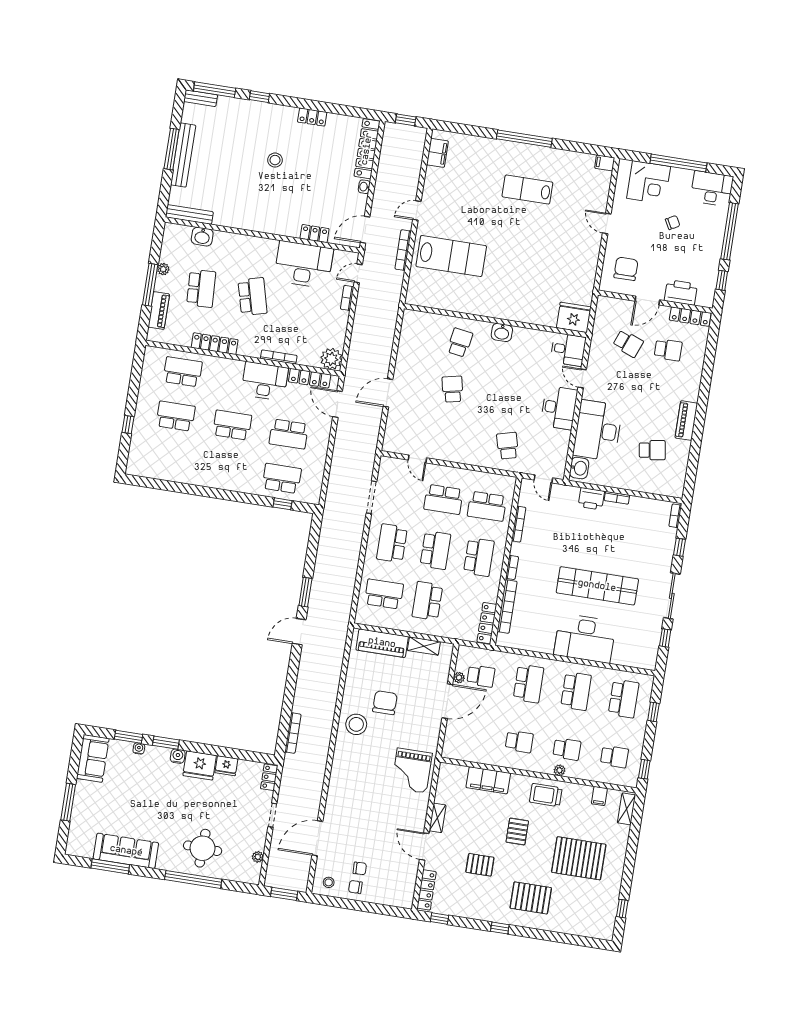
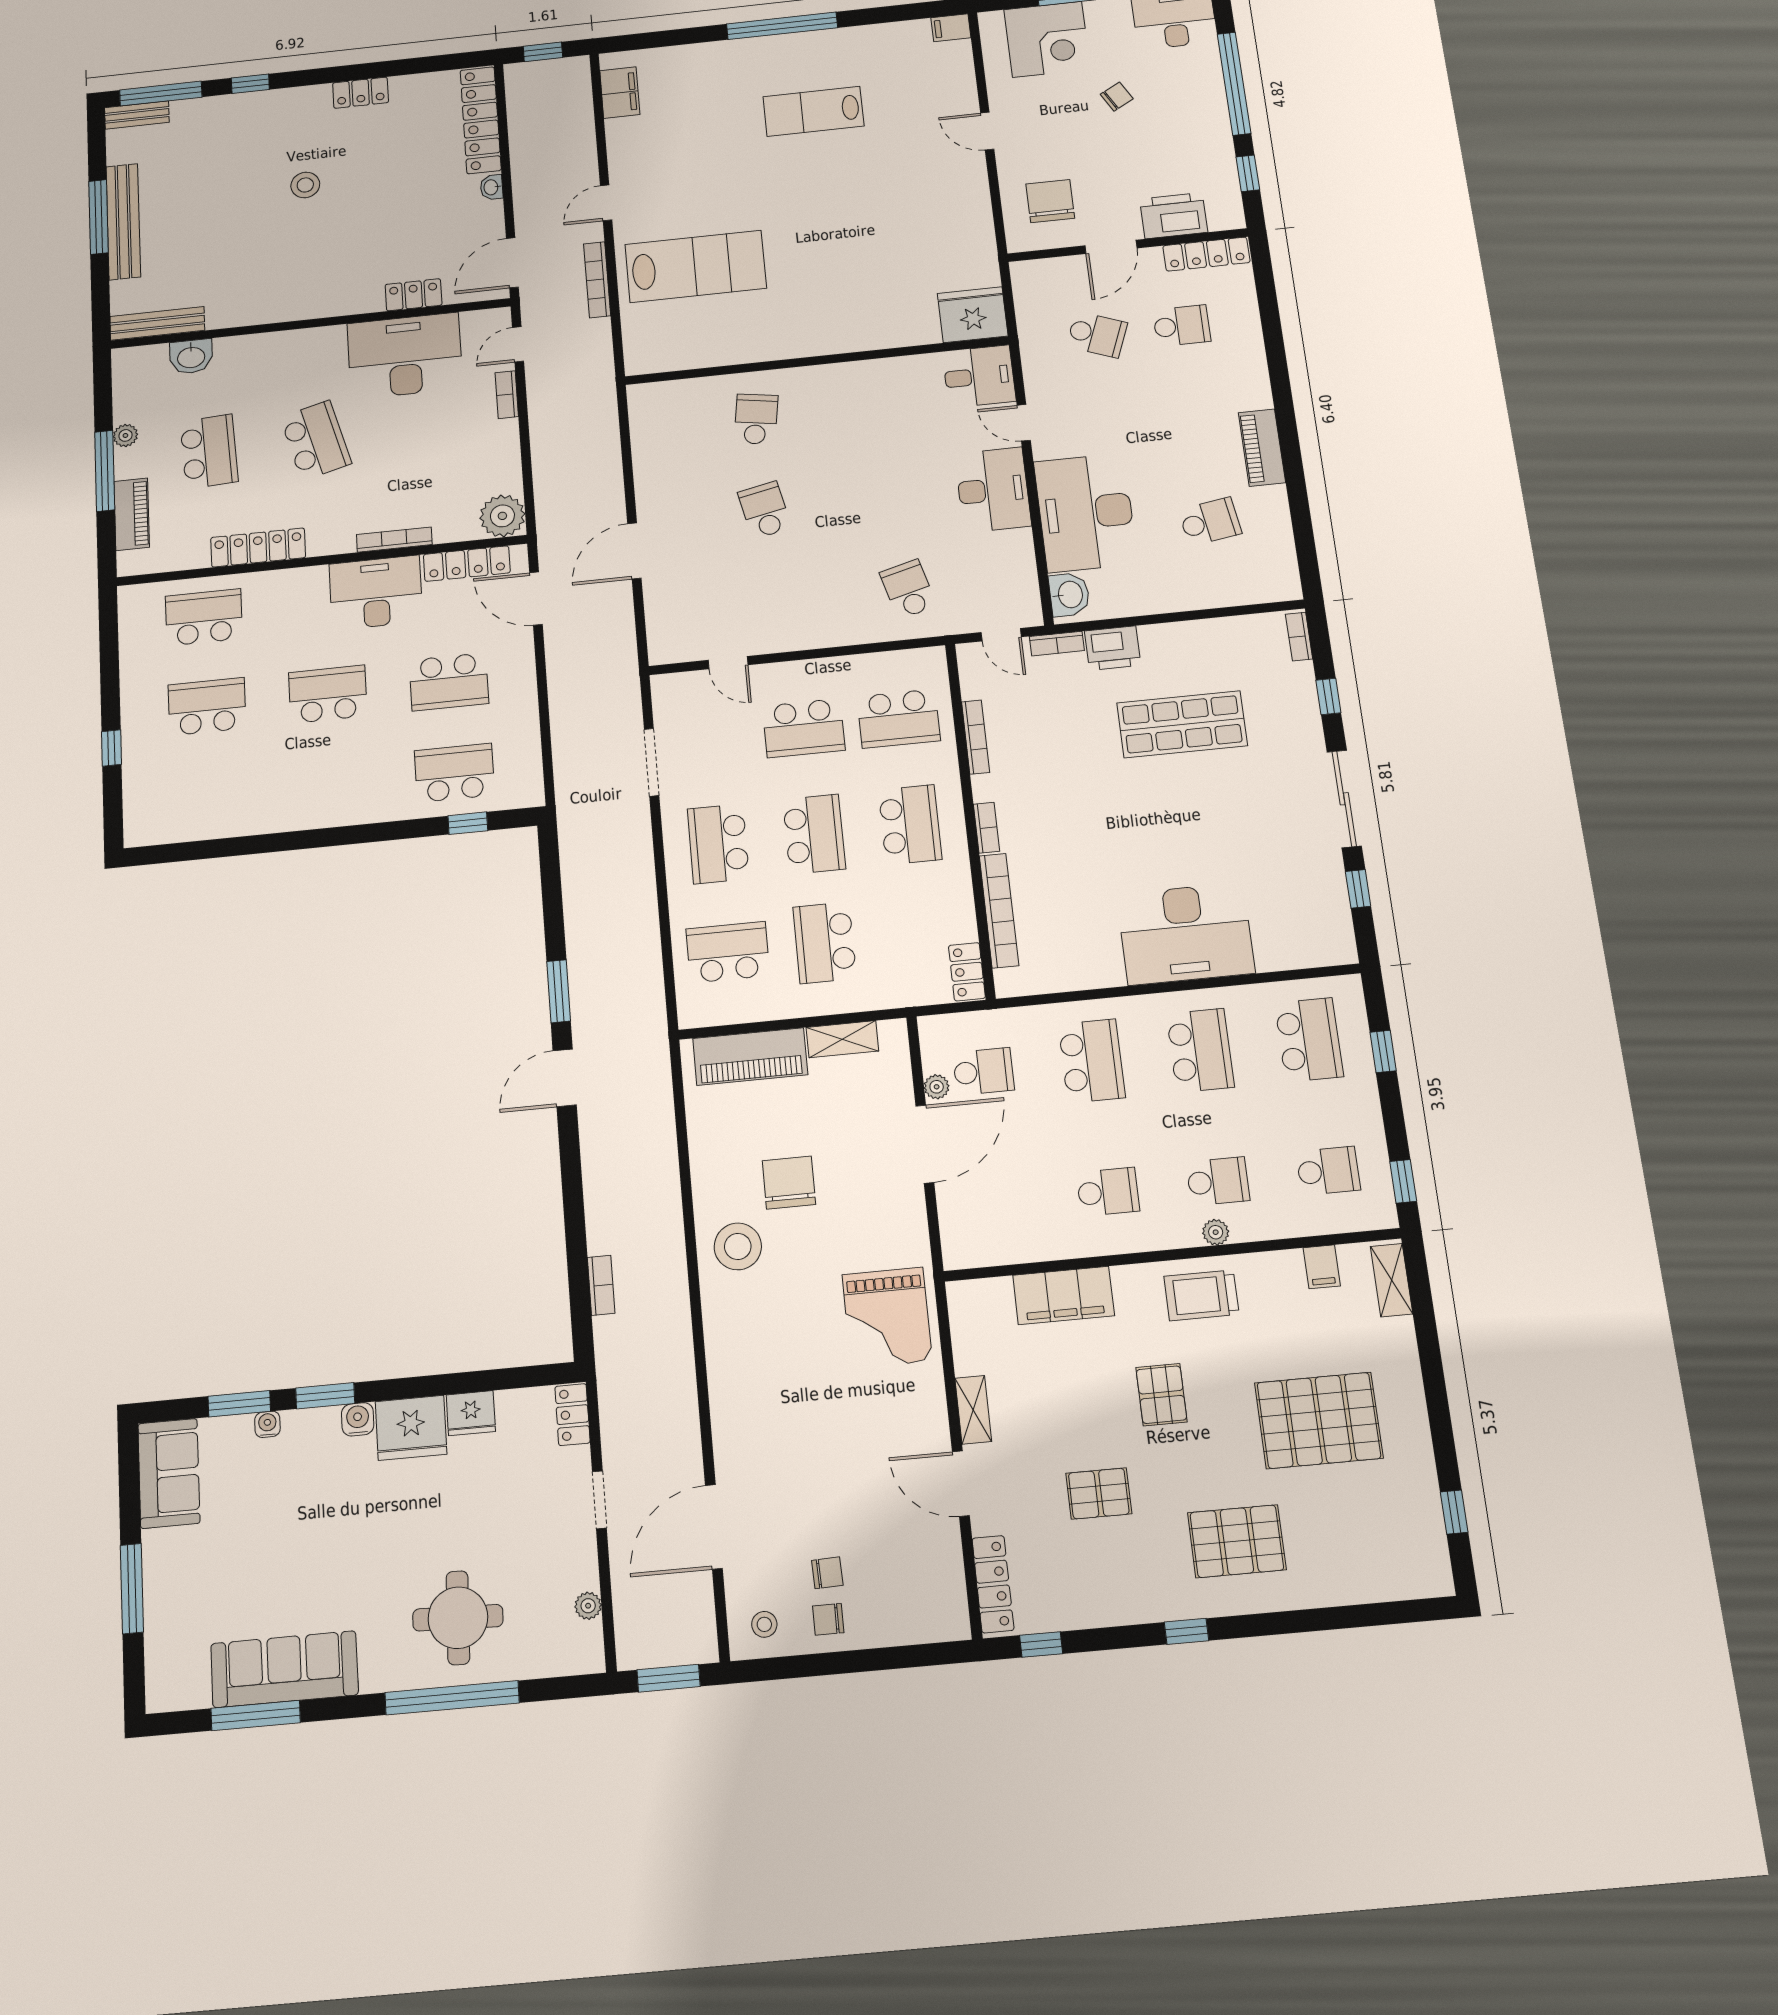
washbasin: (502, 332) -> (836, 379), removed
bookcase: (617, 498) -> (1057, 644), moved
shop shelf: (597, 586) -> (1182, 724), moved, width x0.71
locker: (487, 623) -> (967, 972), width x0.66
bookcase: (293, 733) -> (601, 1285), width x0.64

